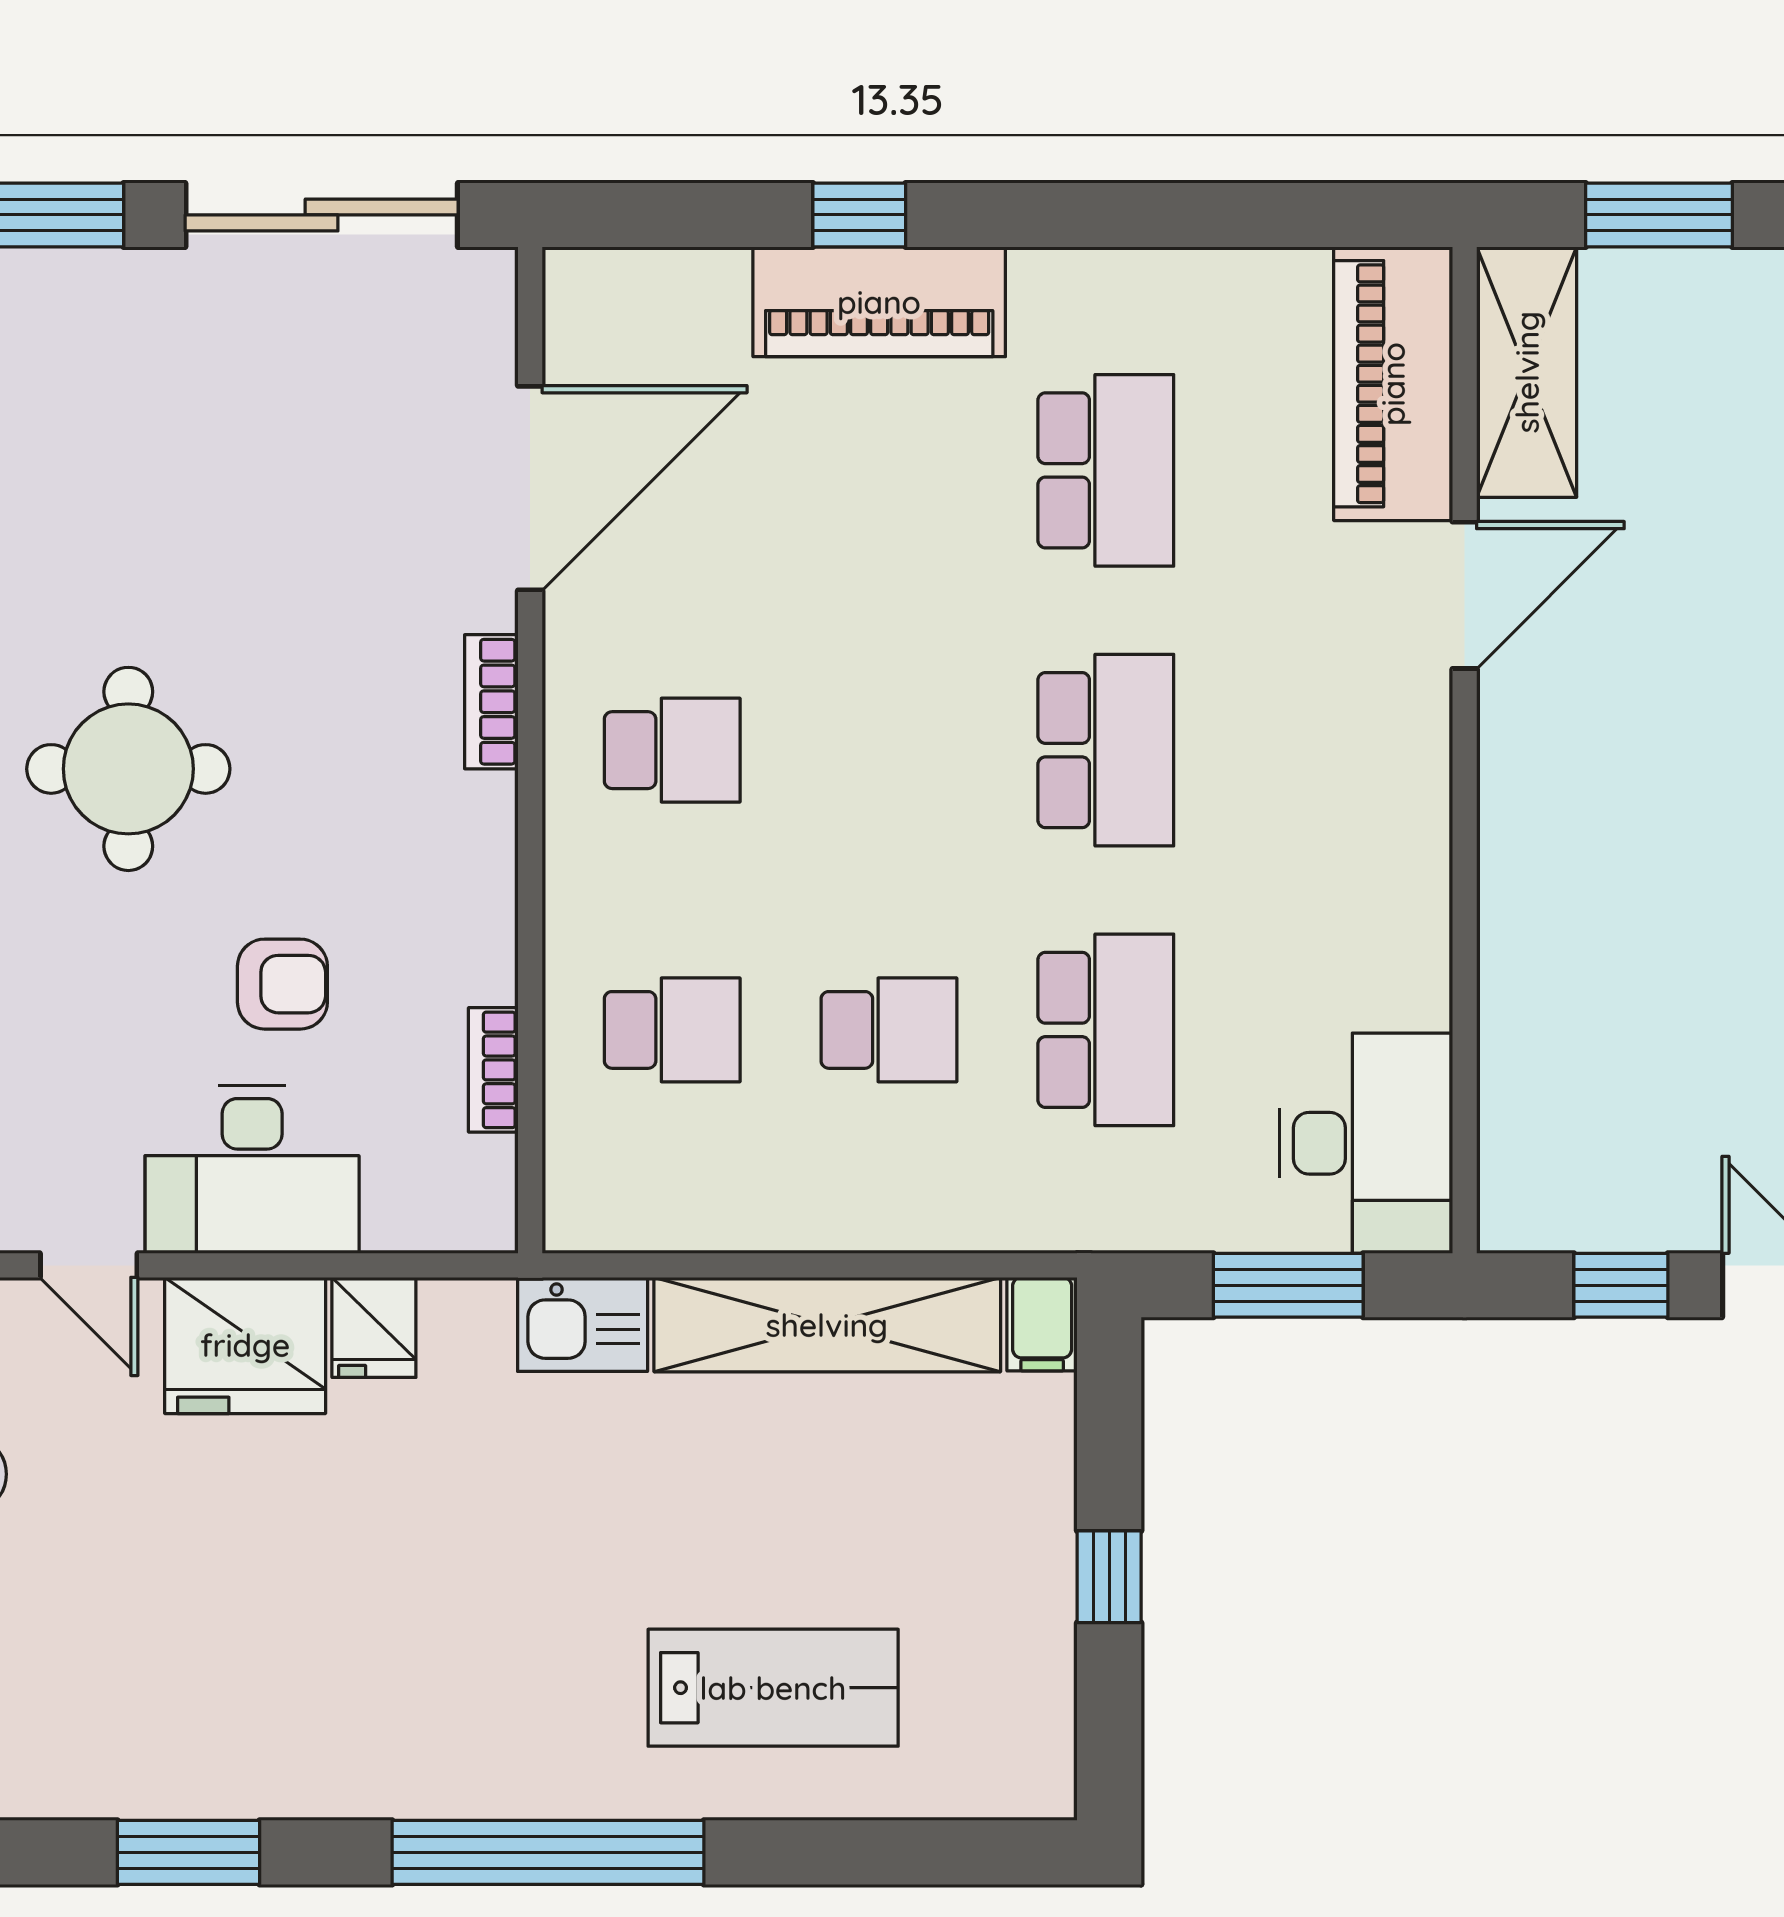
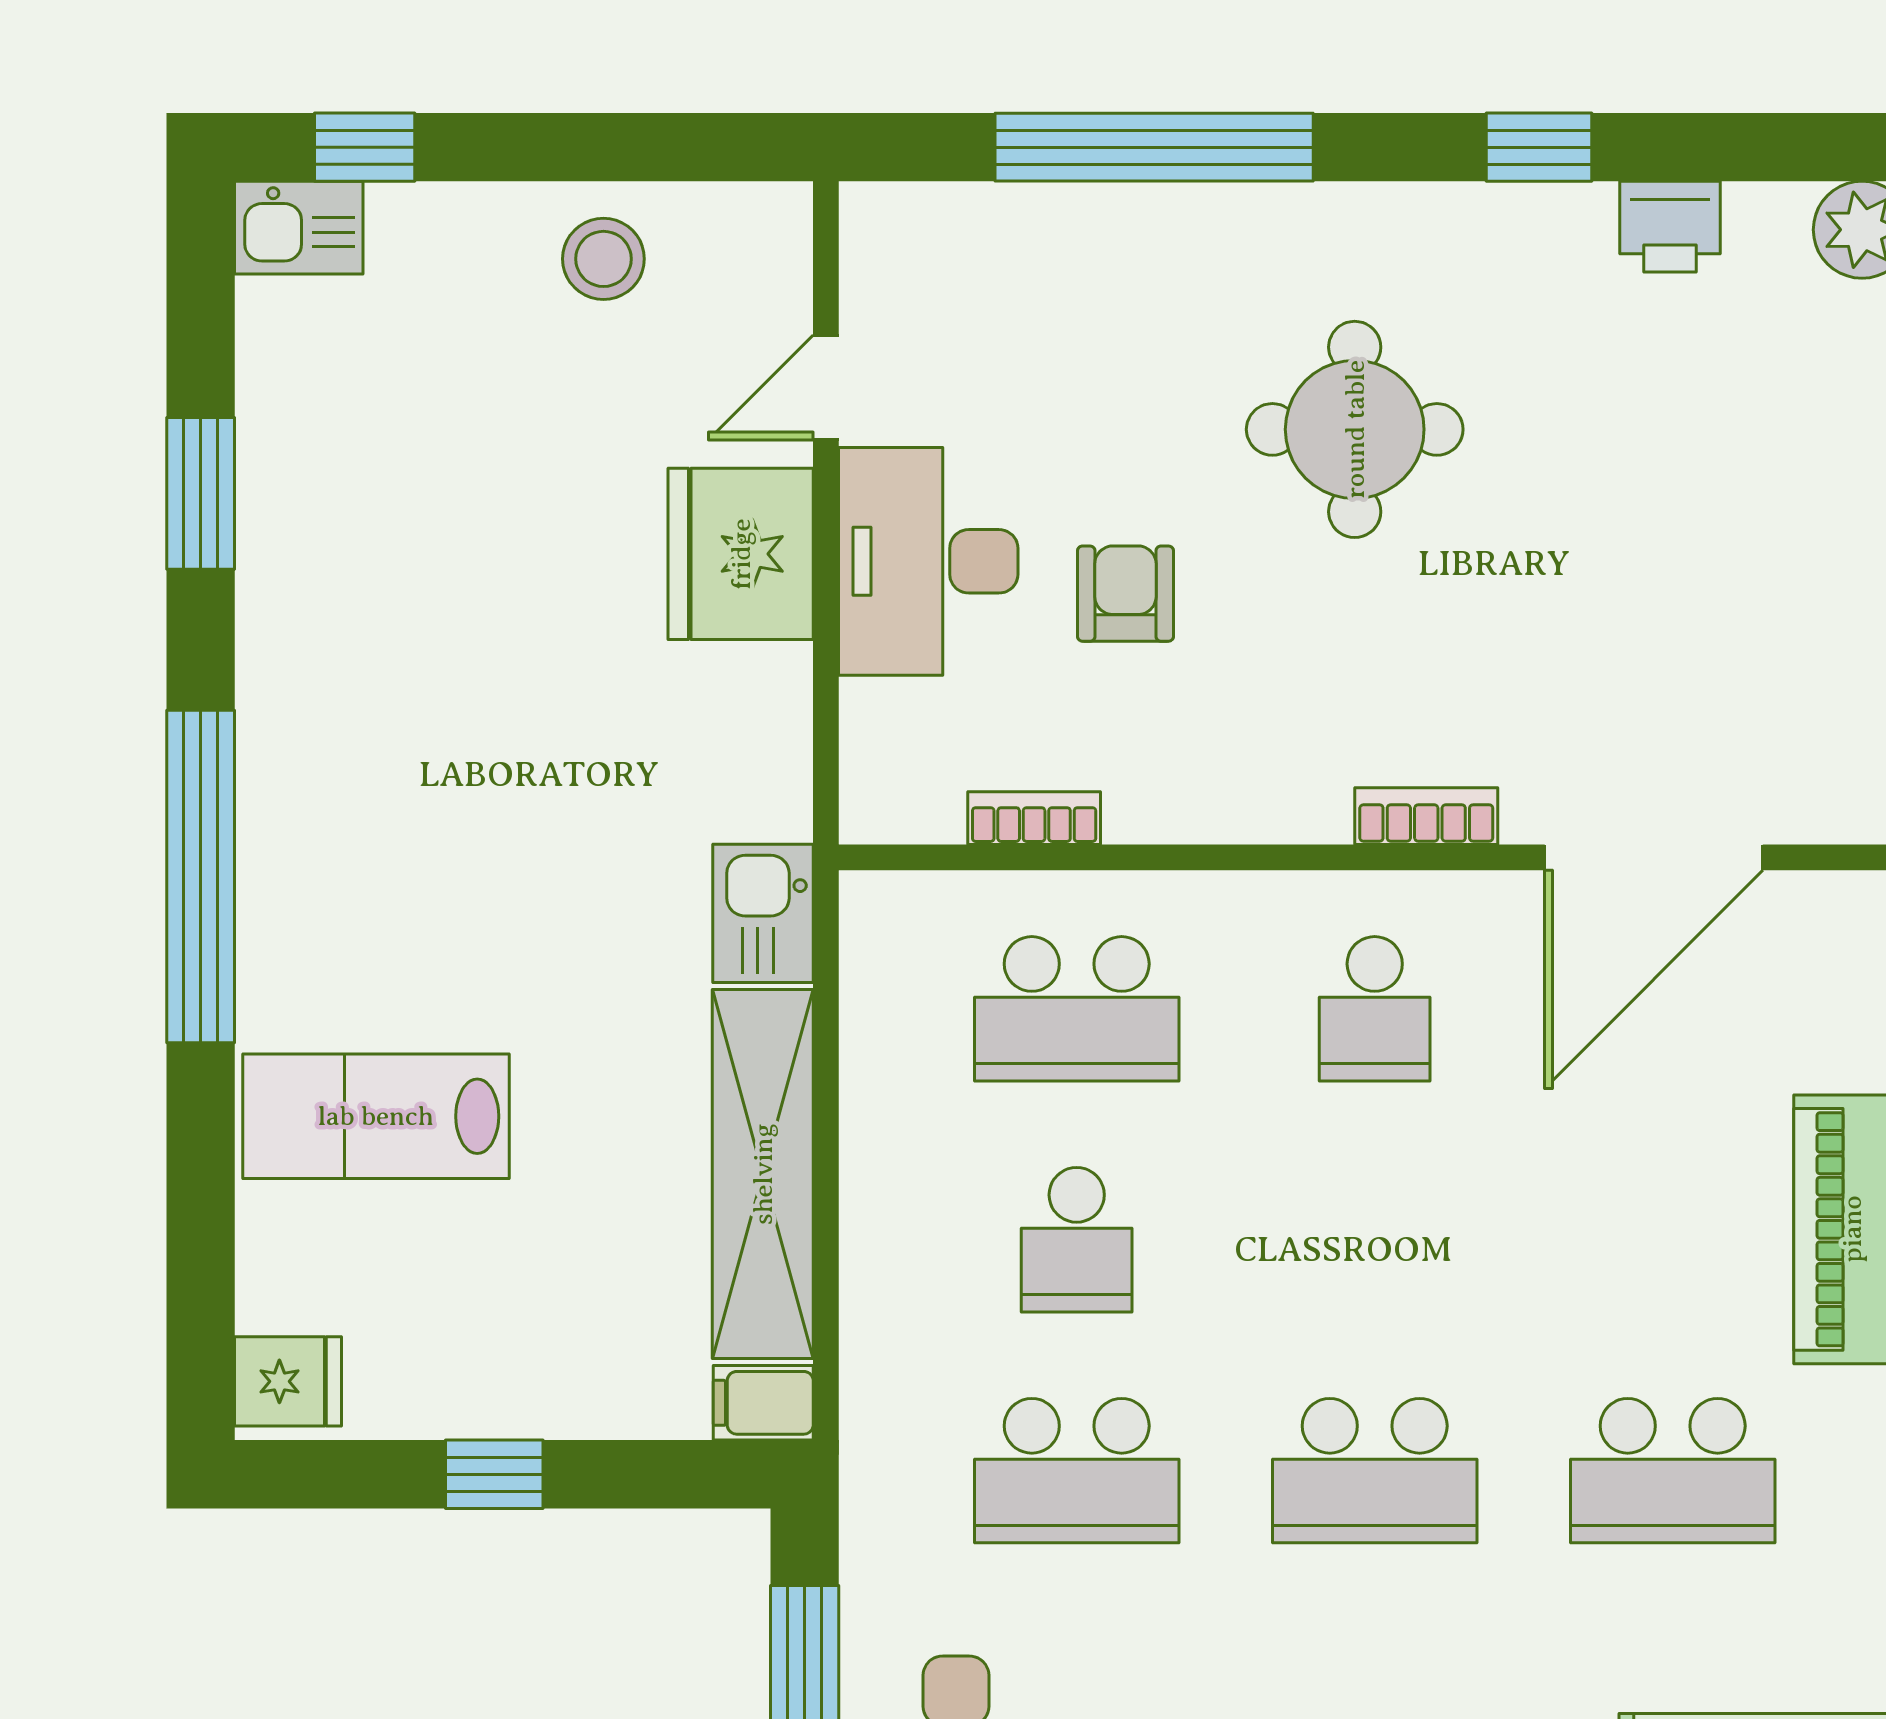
door: (530, 488) -> (1654, 857), hinge flipped
armchair: (282, 984) -> (1125, 594), turned 180
school desk: (672, 1030) -> (1077, 1009), width x1.85
fridge: (374, 1327) -> (288, 1381), moved, turned 180
lab bench: (773, 1688) -> (376, 1116), turned 90

